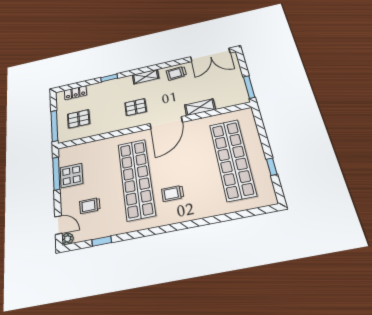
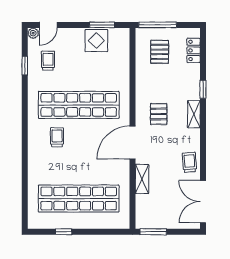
shelving: (146, 77) -> (194, 114), moved
door: (166, 123) -> (133, 143), hinge flipped
window: (56, 173) -> (102, 25), width x0.69
trolley: (90, 206) -> (48, 61), moved

